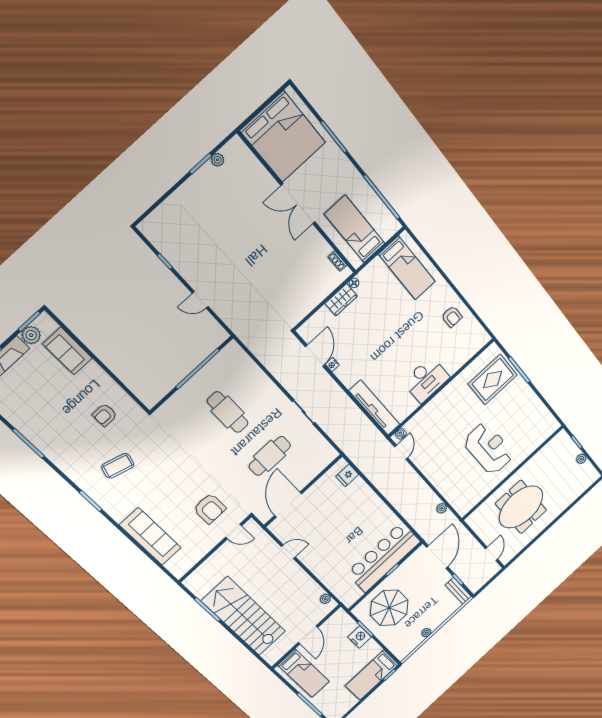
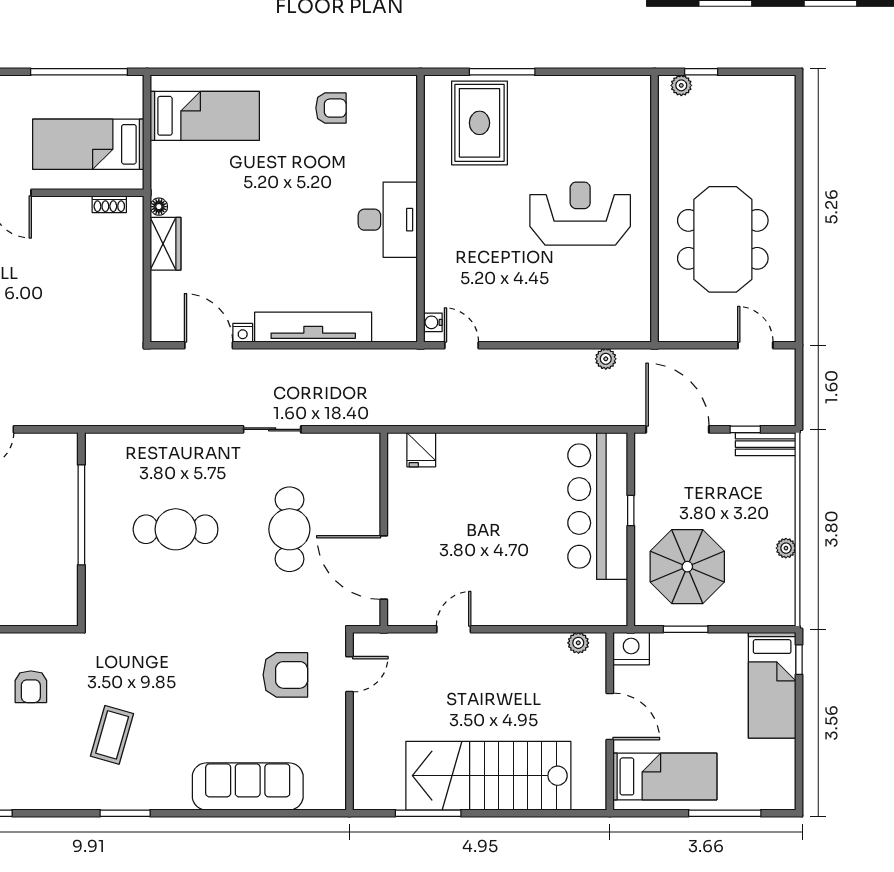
tv unit: (374, 408) -> (313, 327), moved
plant: (581, 459) -> (681, 85), moved
nightstand: (360, 637) -> (631, 649), moved

